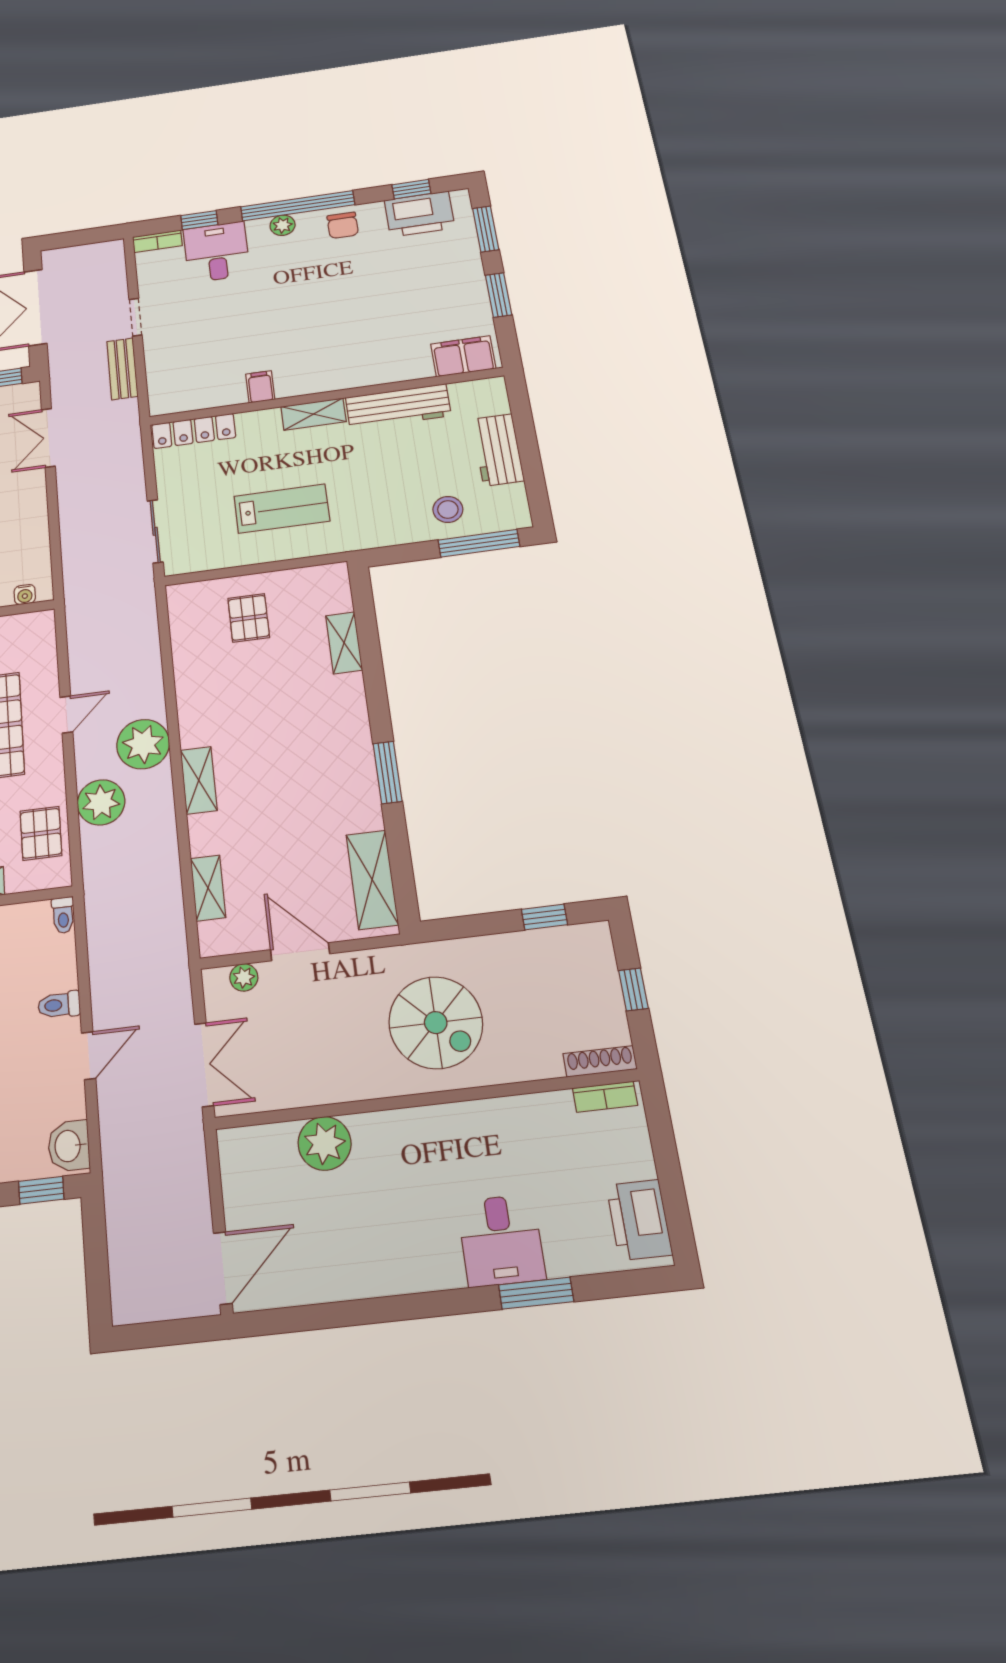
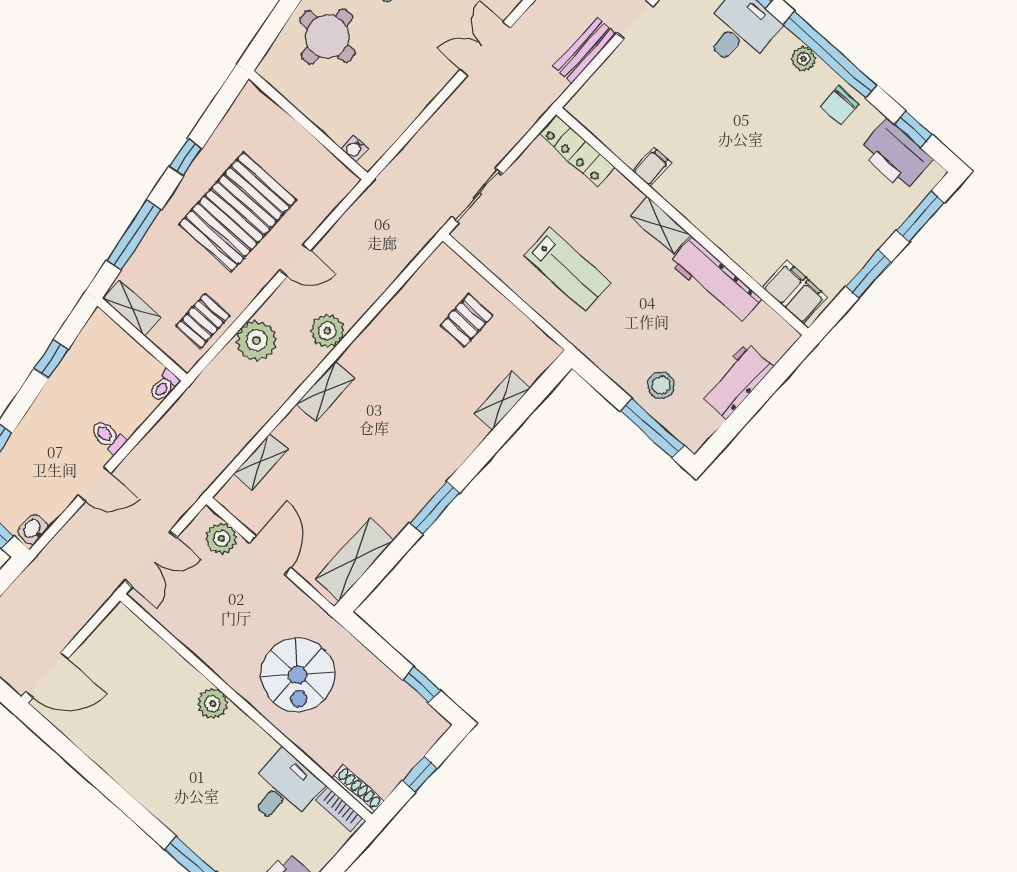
plant: (143, 744) -> (327, 331), width x0.73, depth x0.73
plant: (244, 977) -> (221, 538), width x1.38, depth x1.38
plant: (325, 1143) -> (213, 704), moved, width x0.73, depth x0.73
washbasin: (69, 1146) -> (33, 529), width x0.72, depth x0.69
desk: (501, 1240) -> (283, 789), moved, turned 180

